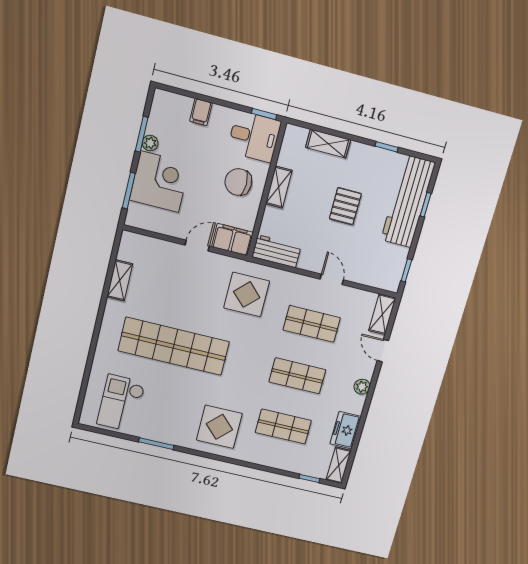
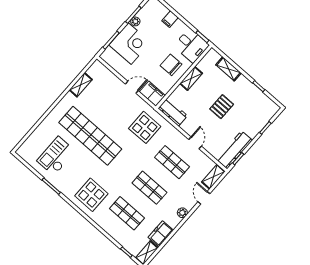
workbench: (408, 201) -> (234, 150), moved, width x0.73, depth x0.76
checkout: (121, 403) -> (56, 156), moved

